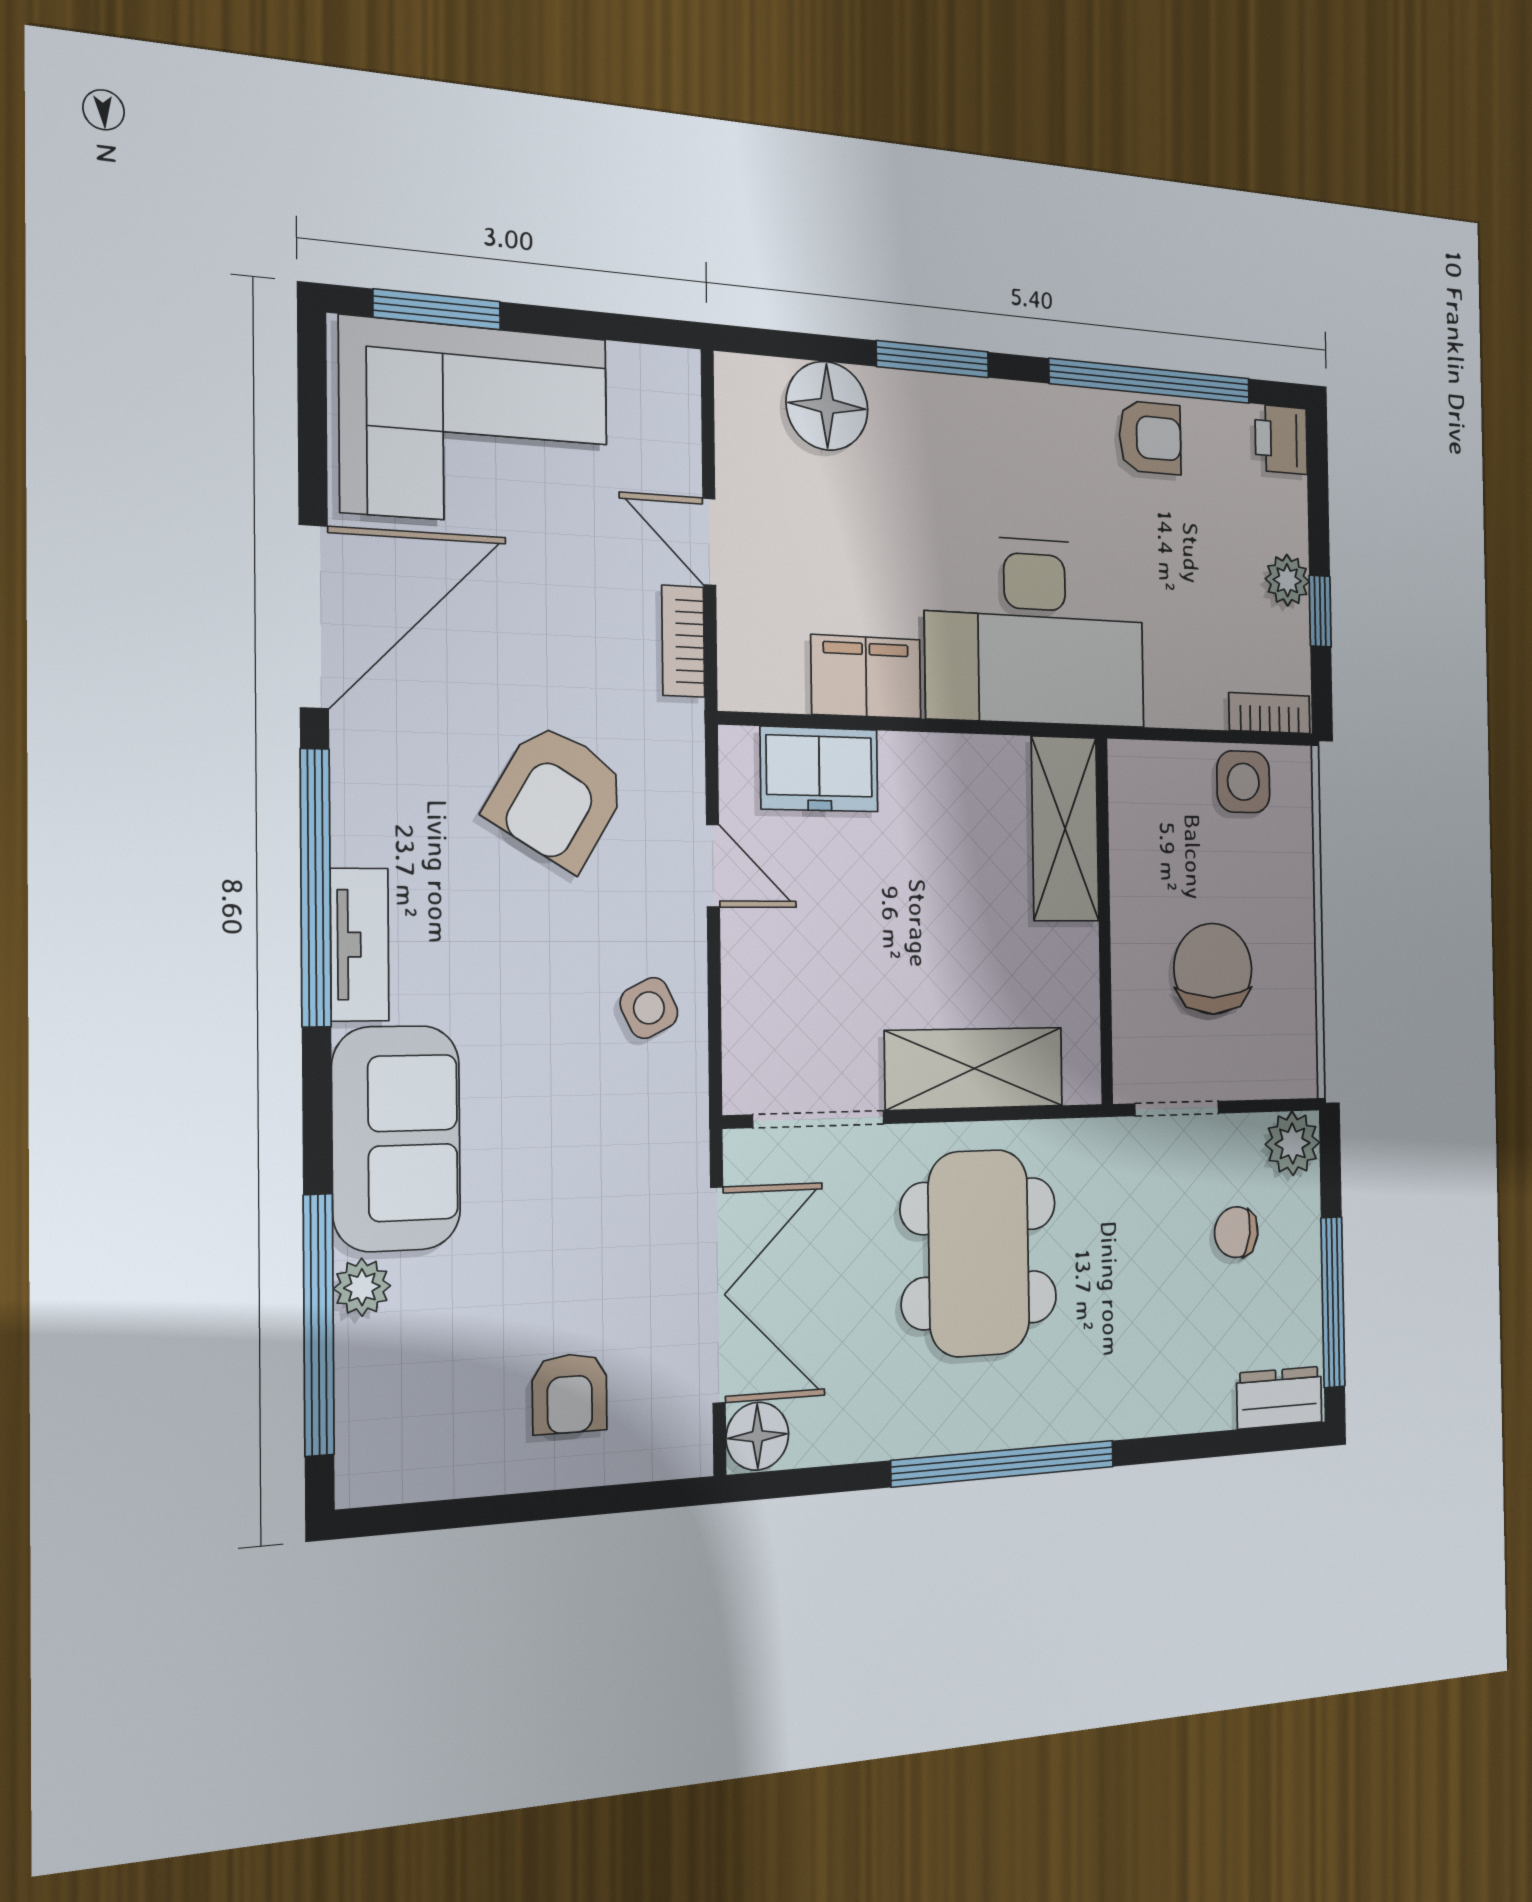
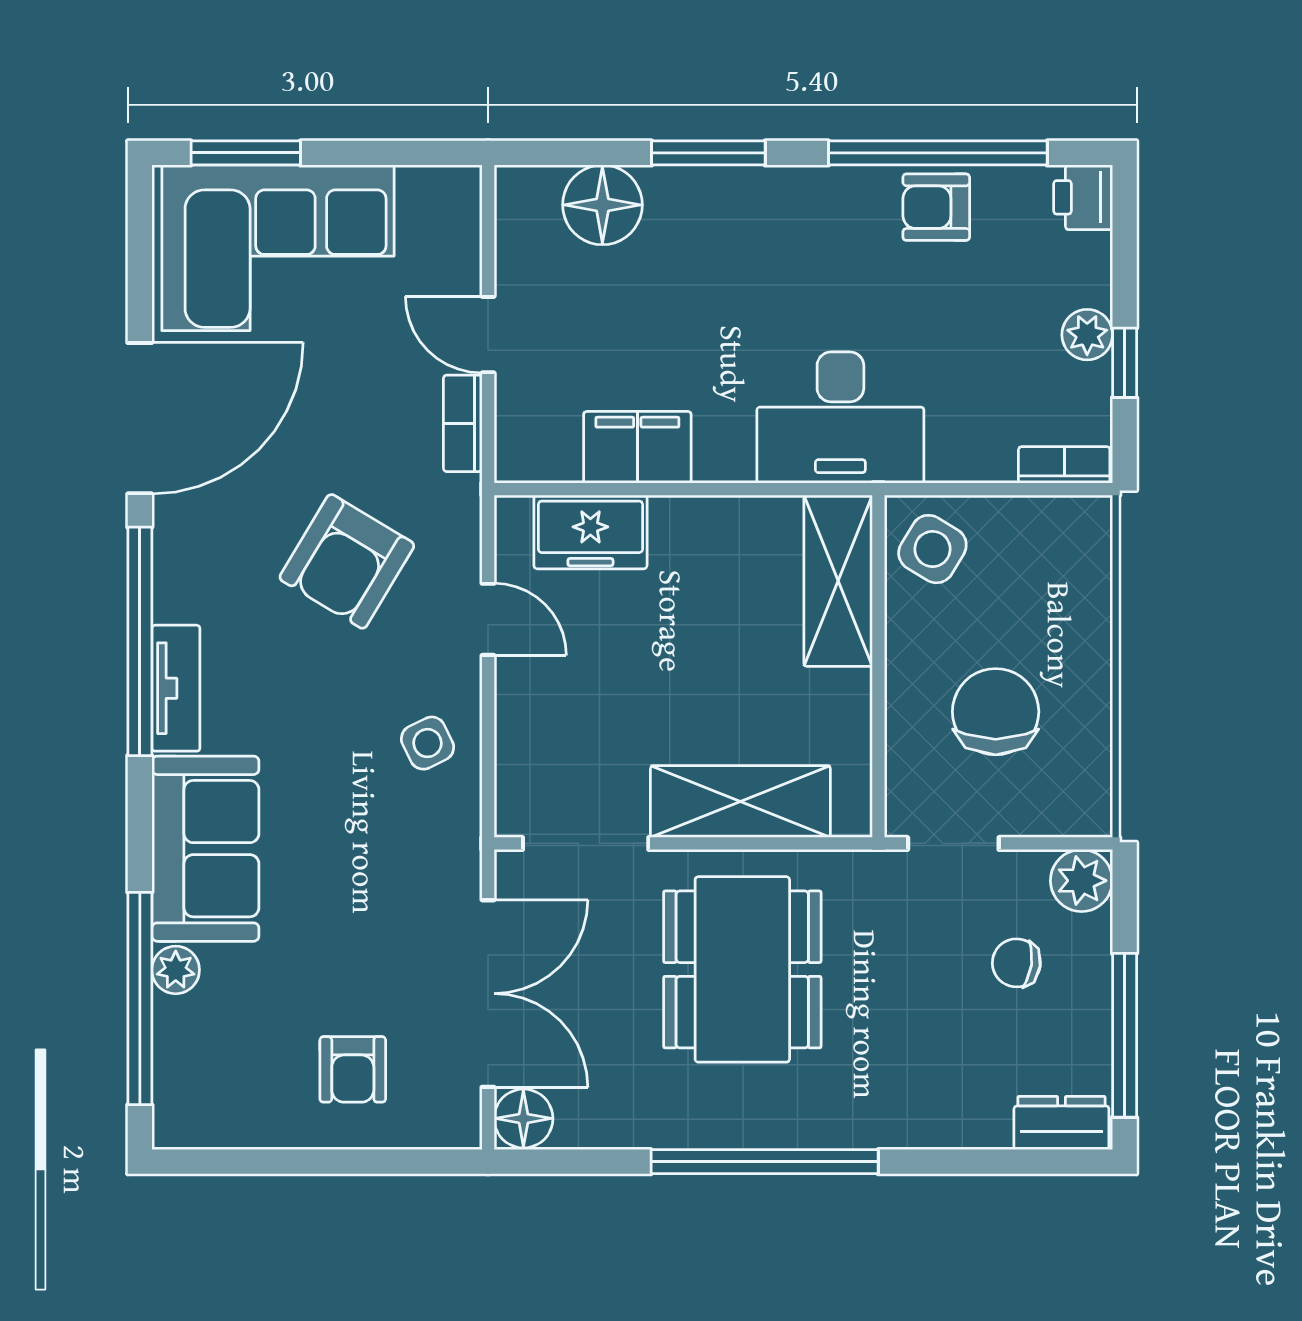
armchair: (1150, 438) -> (936, 207), turned 180
desk: (1035, 631) -> (840, 418), width x0.73, depth x0.77
side table: (1243, 782) -> (932, 549), moved, turned 31

